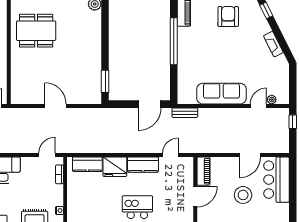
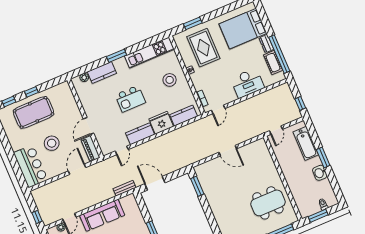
door: (150, 104) -> (155, 183), hinge flipped
door: (250, 155) -> (77, 169), moved
stool: (86, 209) -> (170, 80), added

